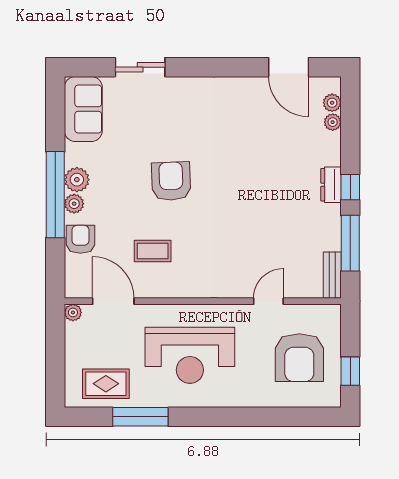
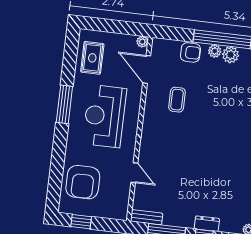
armchair: (171, 181) -> (222, 117), removed
door: (113, 301) -> (147, 69), swing flipped
armchair: (299, 358) -> (83, 182), moved, turned -90
window: (140, 417) -> (64, 104), moved

